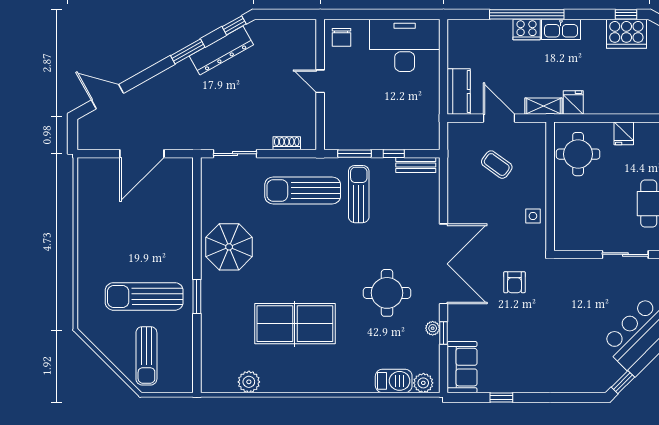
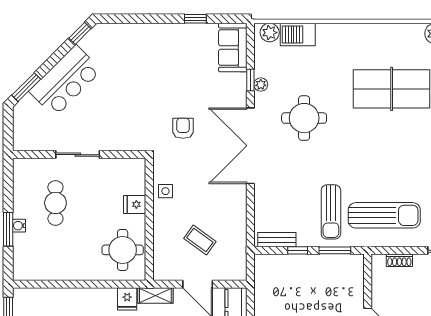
fridge: (624, 133) -> (135, 204), moved, turned -90

